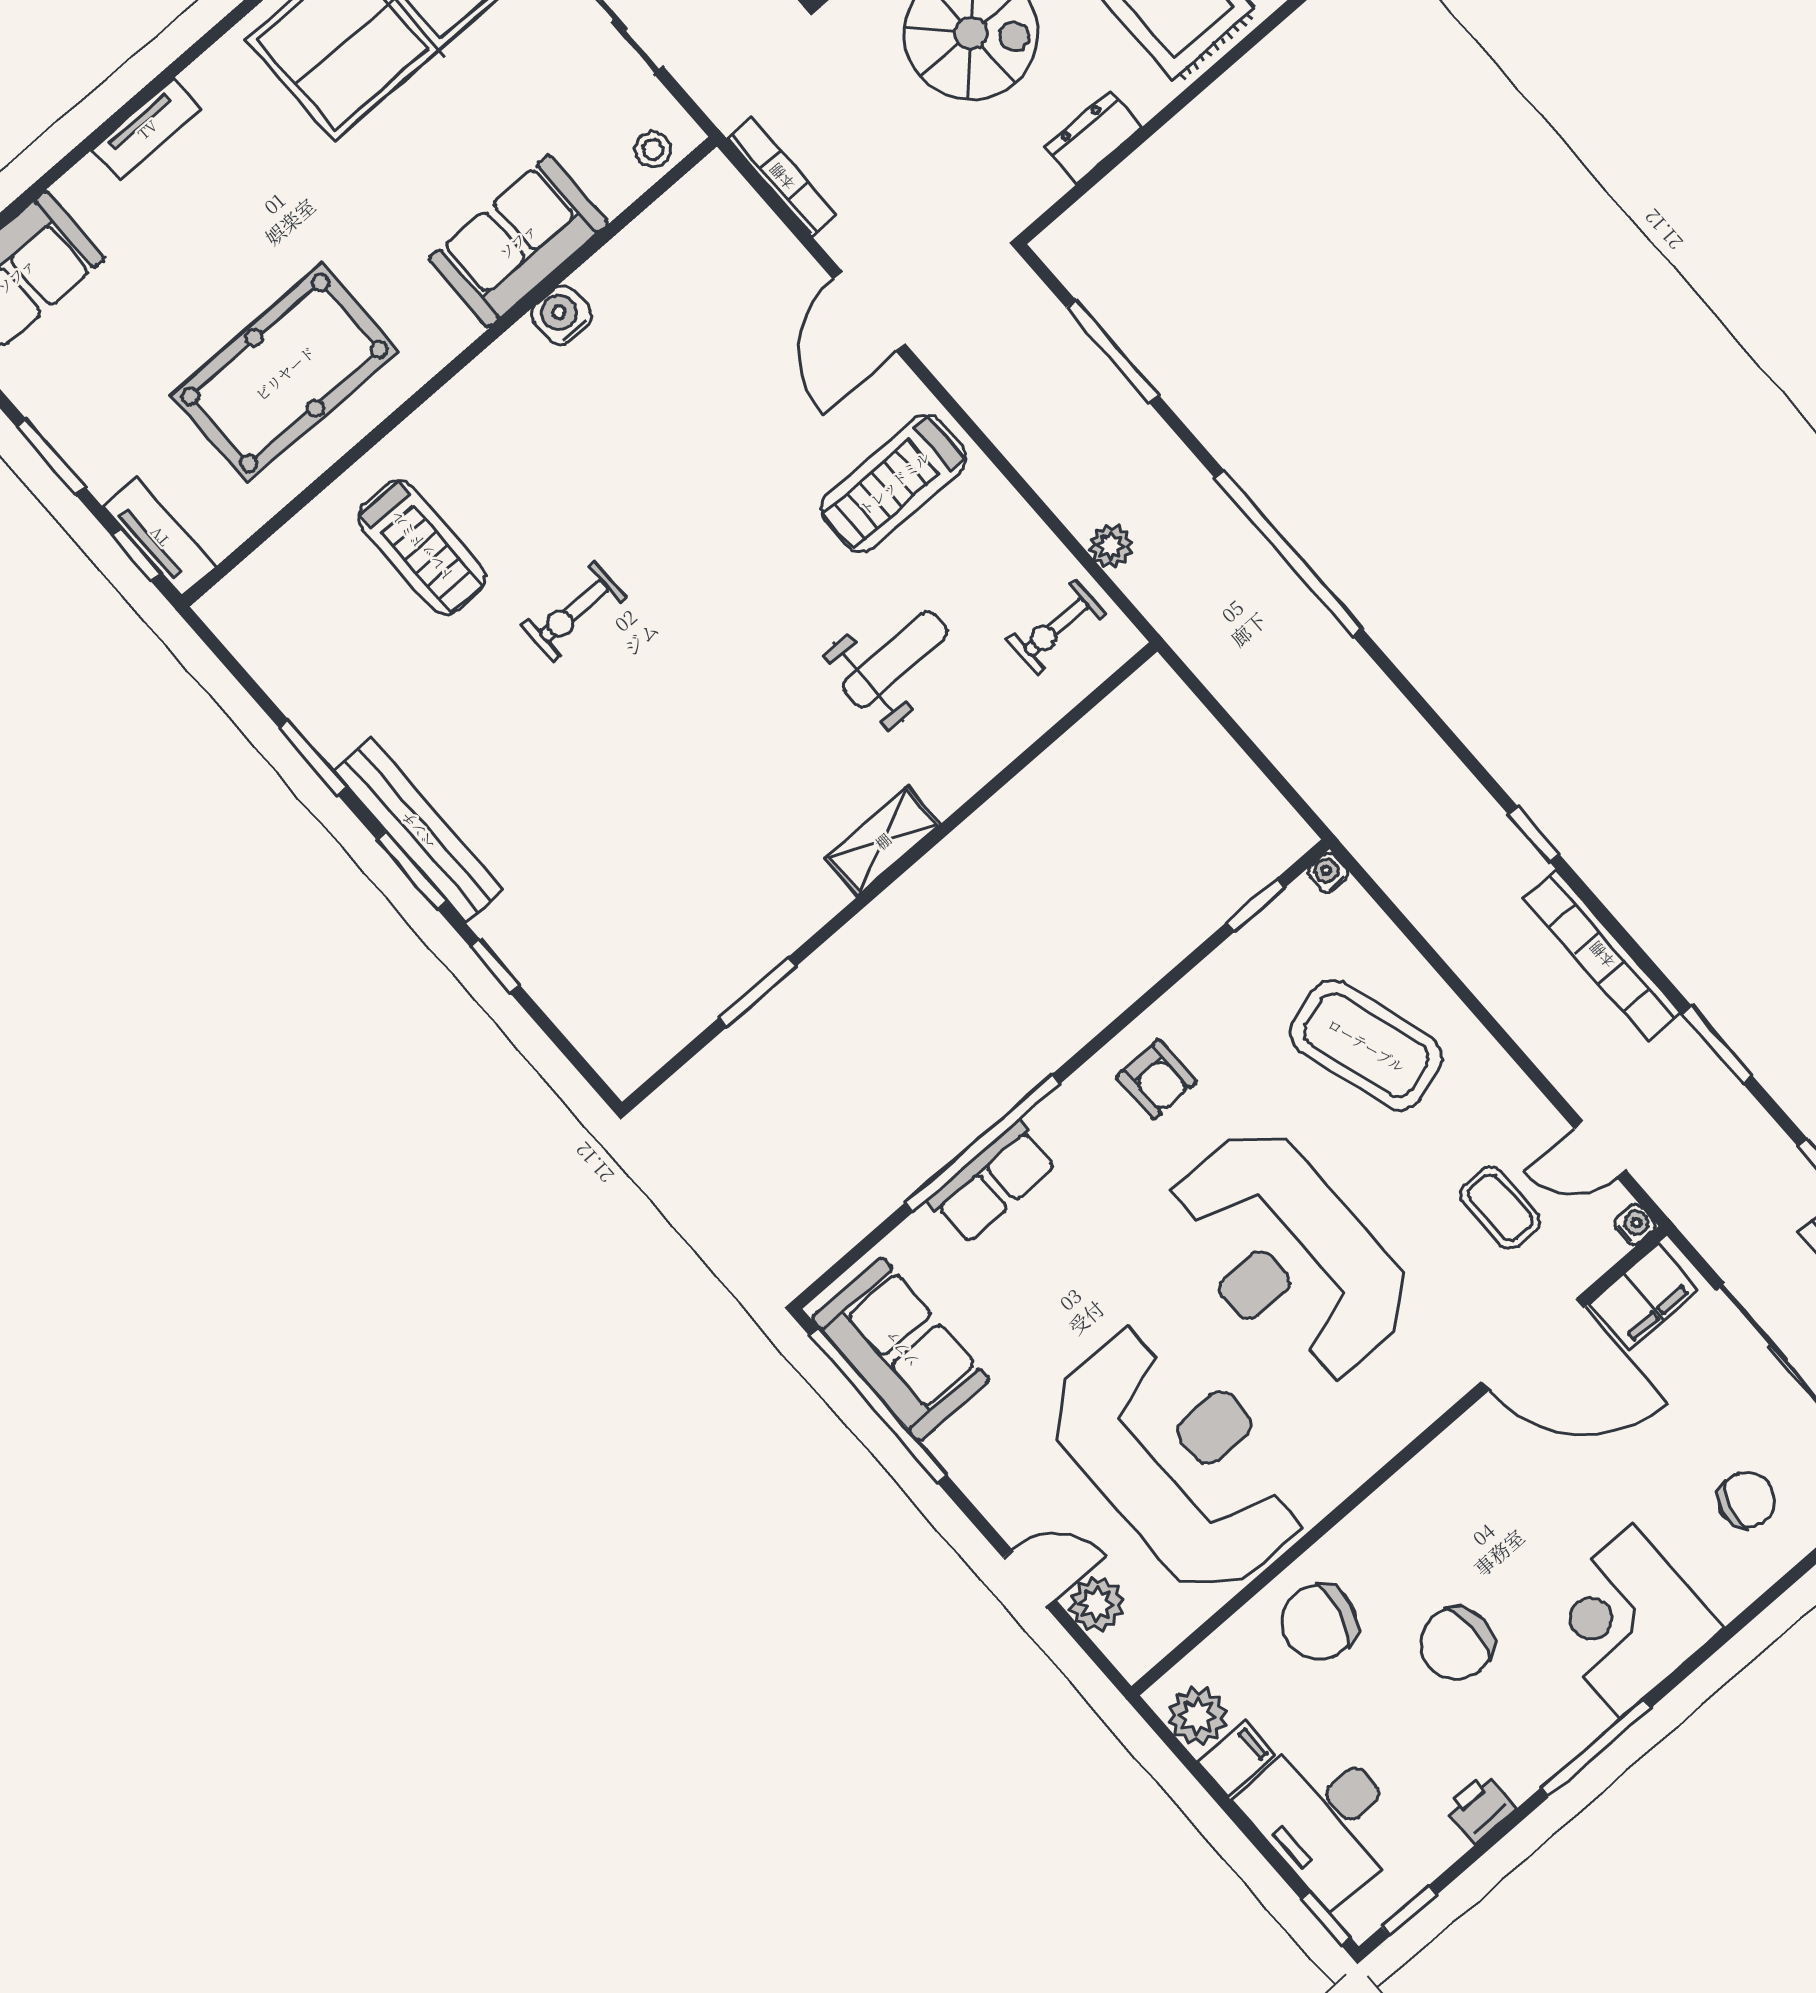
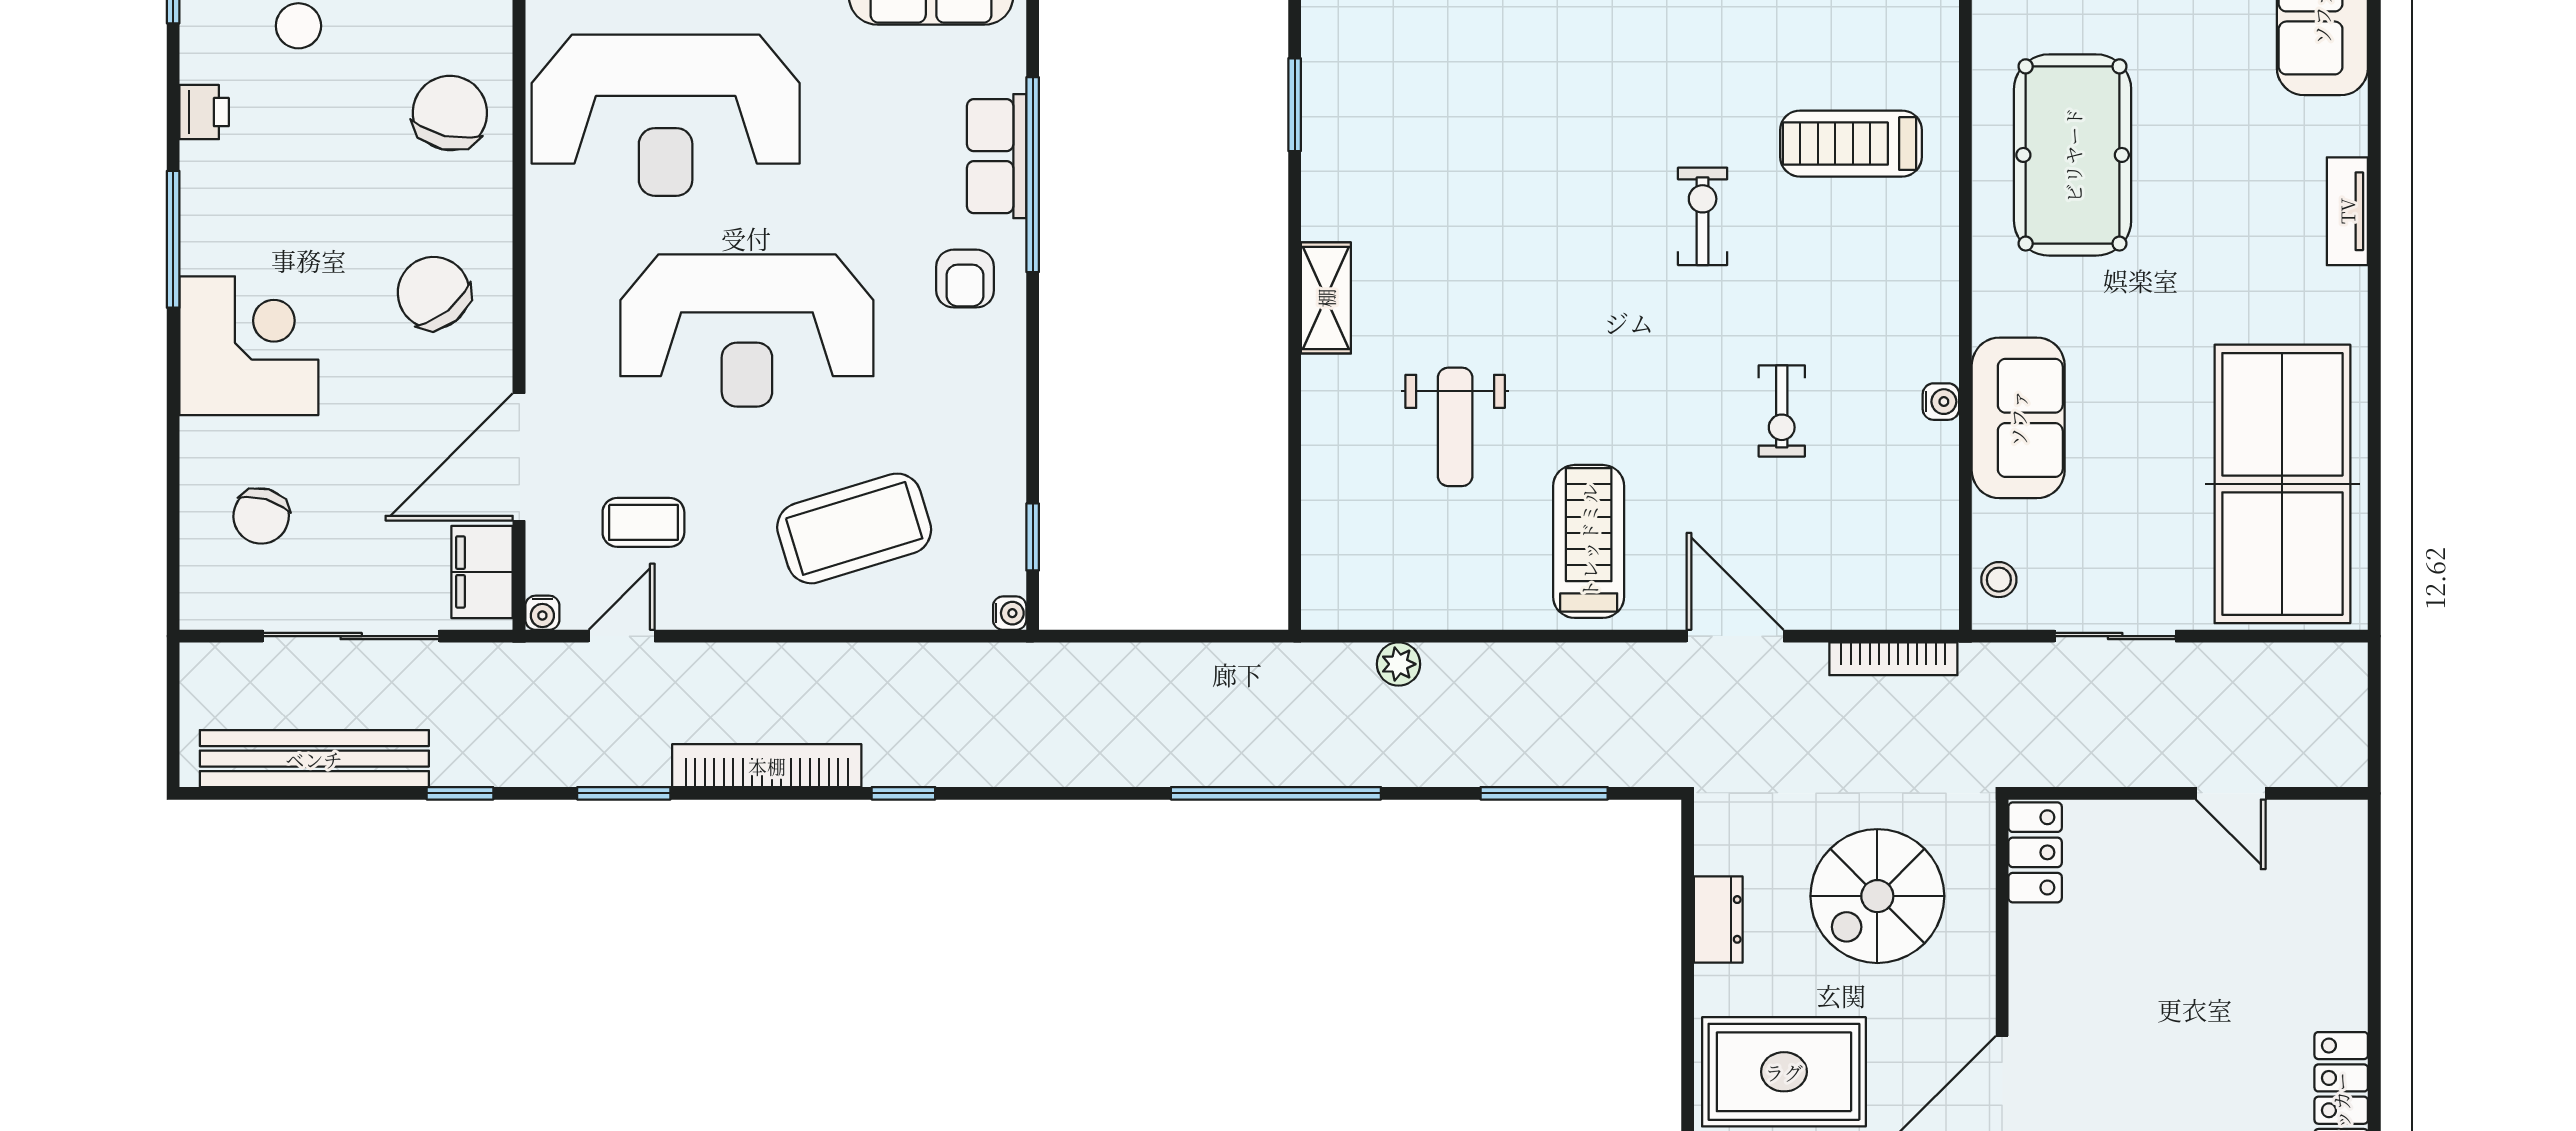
water cooler: (561, 315) -> (1941, 402), width x0.72, depth x0.72
exercise bike: (1056, 627) -> (1782, 411), moved, turned 180
armchair: (1156, 1079) -> (965, 279), moved, turned -90
reception desk: (1288, 1256) -> (747, 331), turned 180
chair: (1457, 1643) -> (434, 293), moved, turned -39

